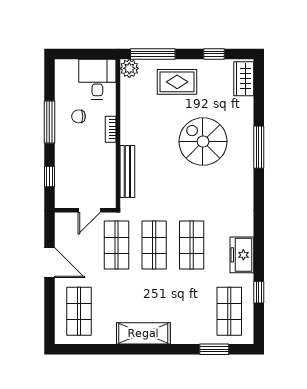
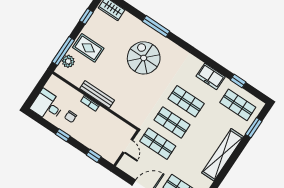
plant: (129, 68) -> (68, 61), moved
desk: (97, 79) -> (47, 106), moved
rug: (177, 82) -> (88, 48), turned 90
window: (49, 122) -> (63, 135), width x0.46
spiral stairs: (203, 141) -> (144, 58), moved, turned 90
bench: (127, 171) -> (97, 94), moved
shelving: (143, 333) -> (223, 155), width x1.47

